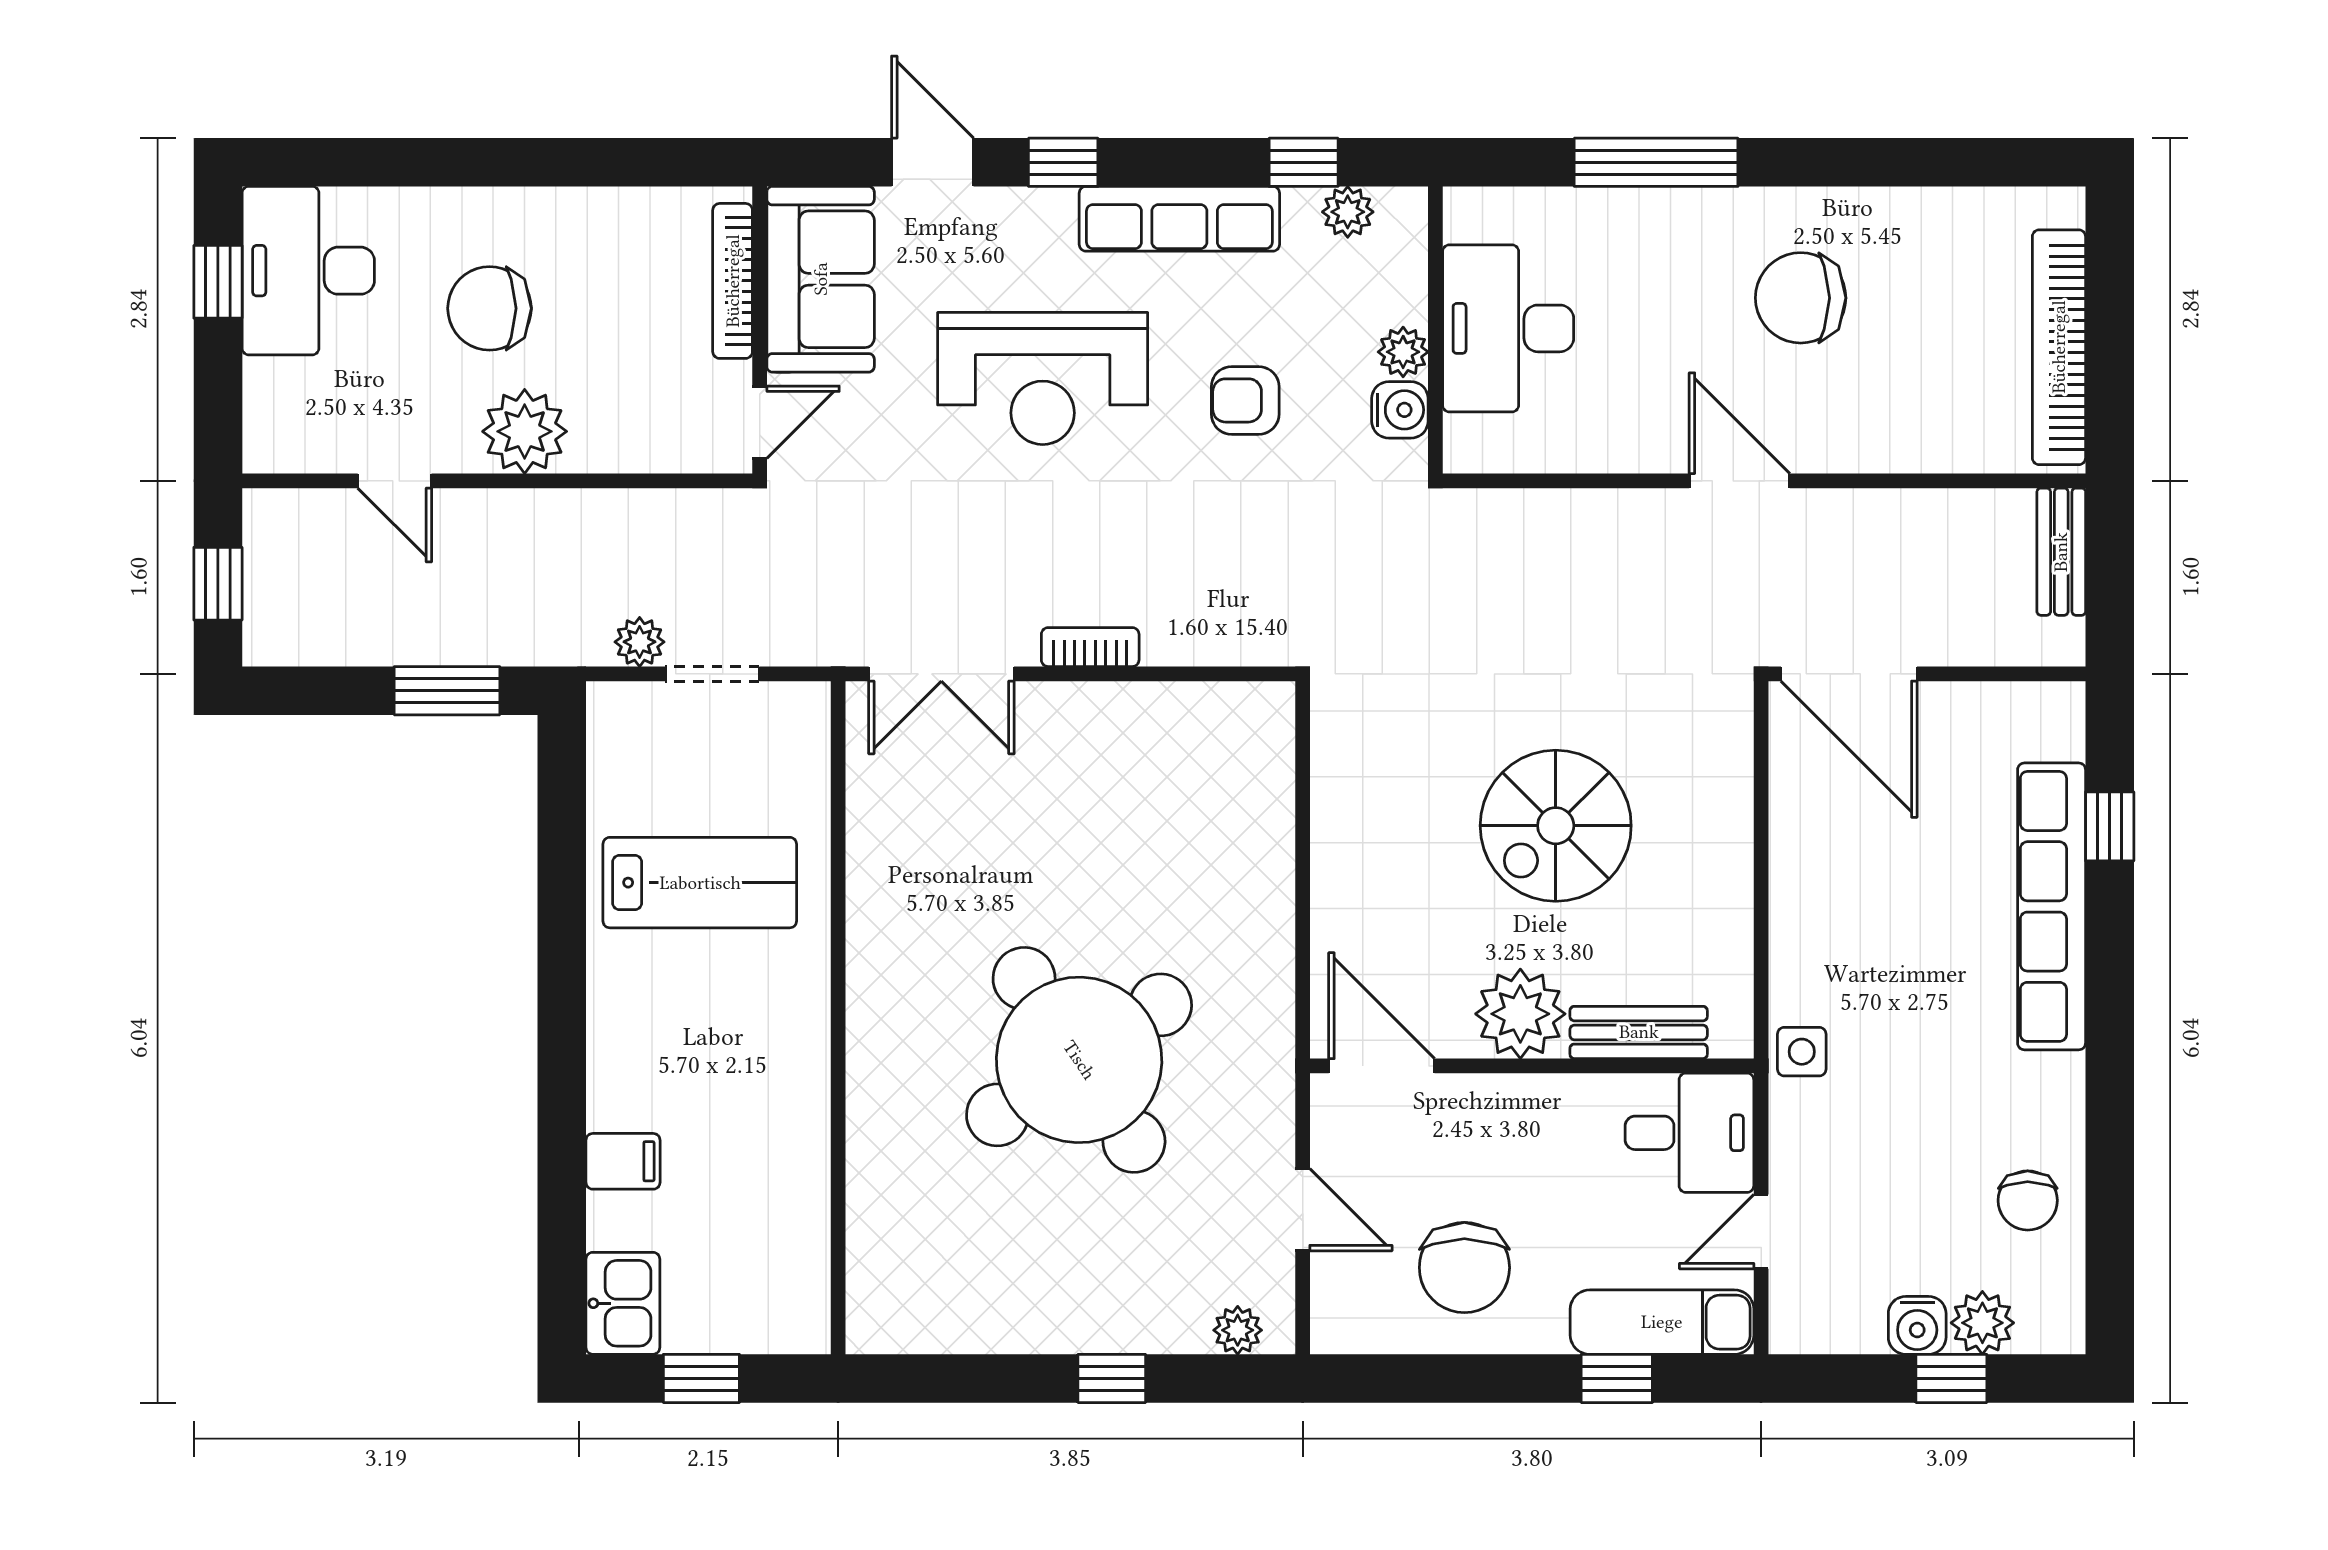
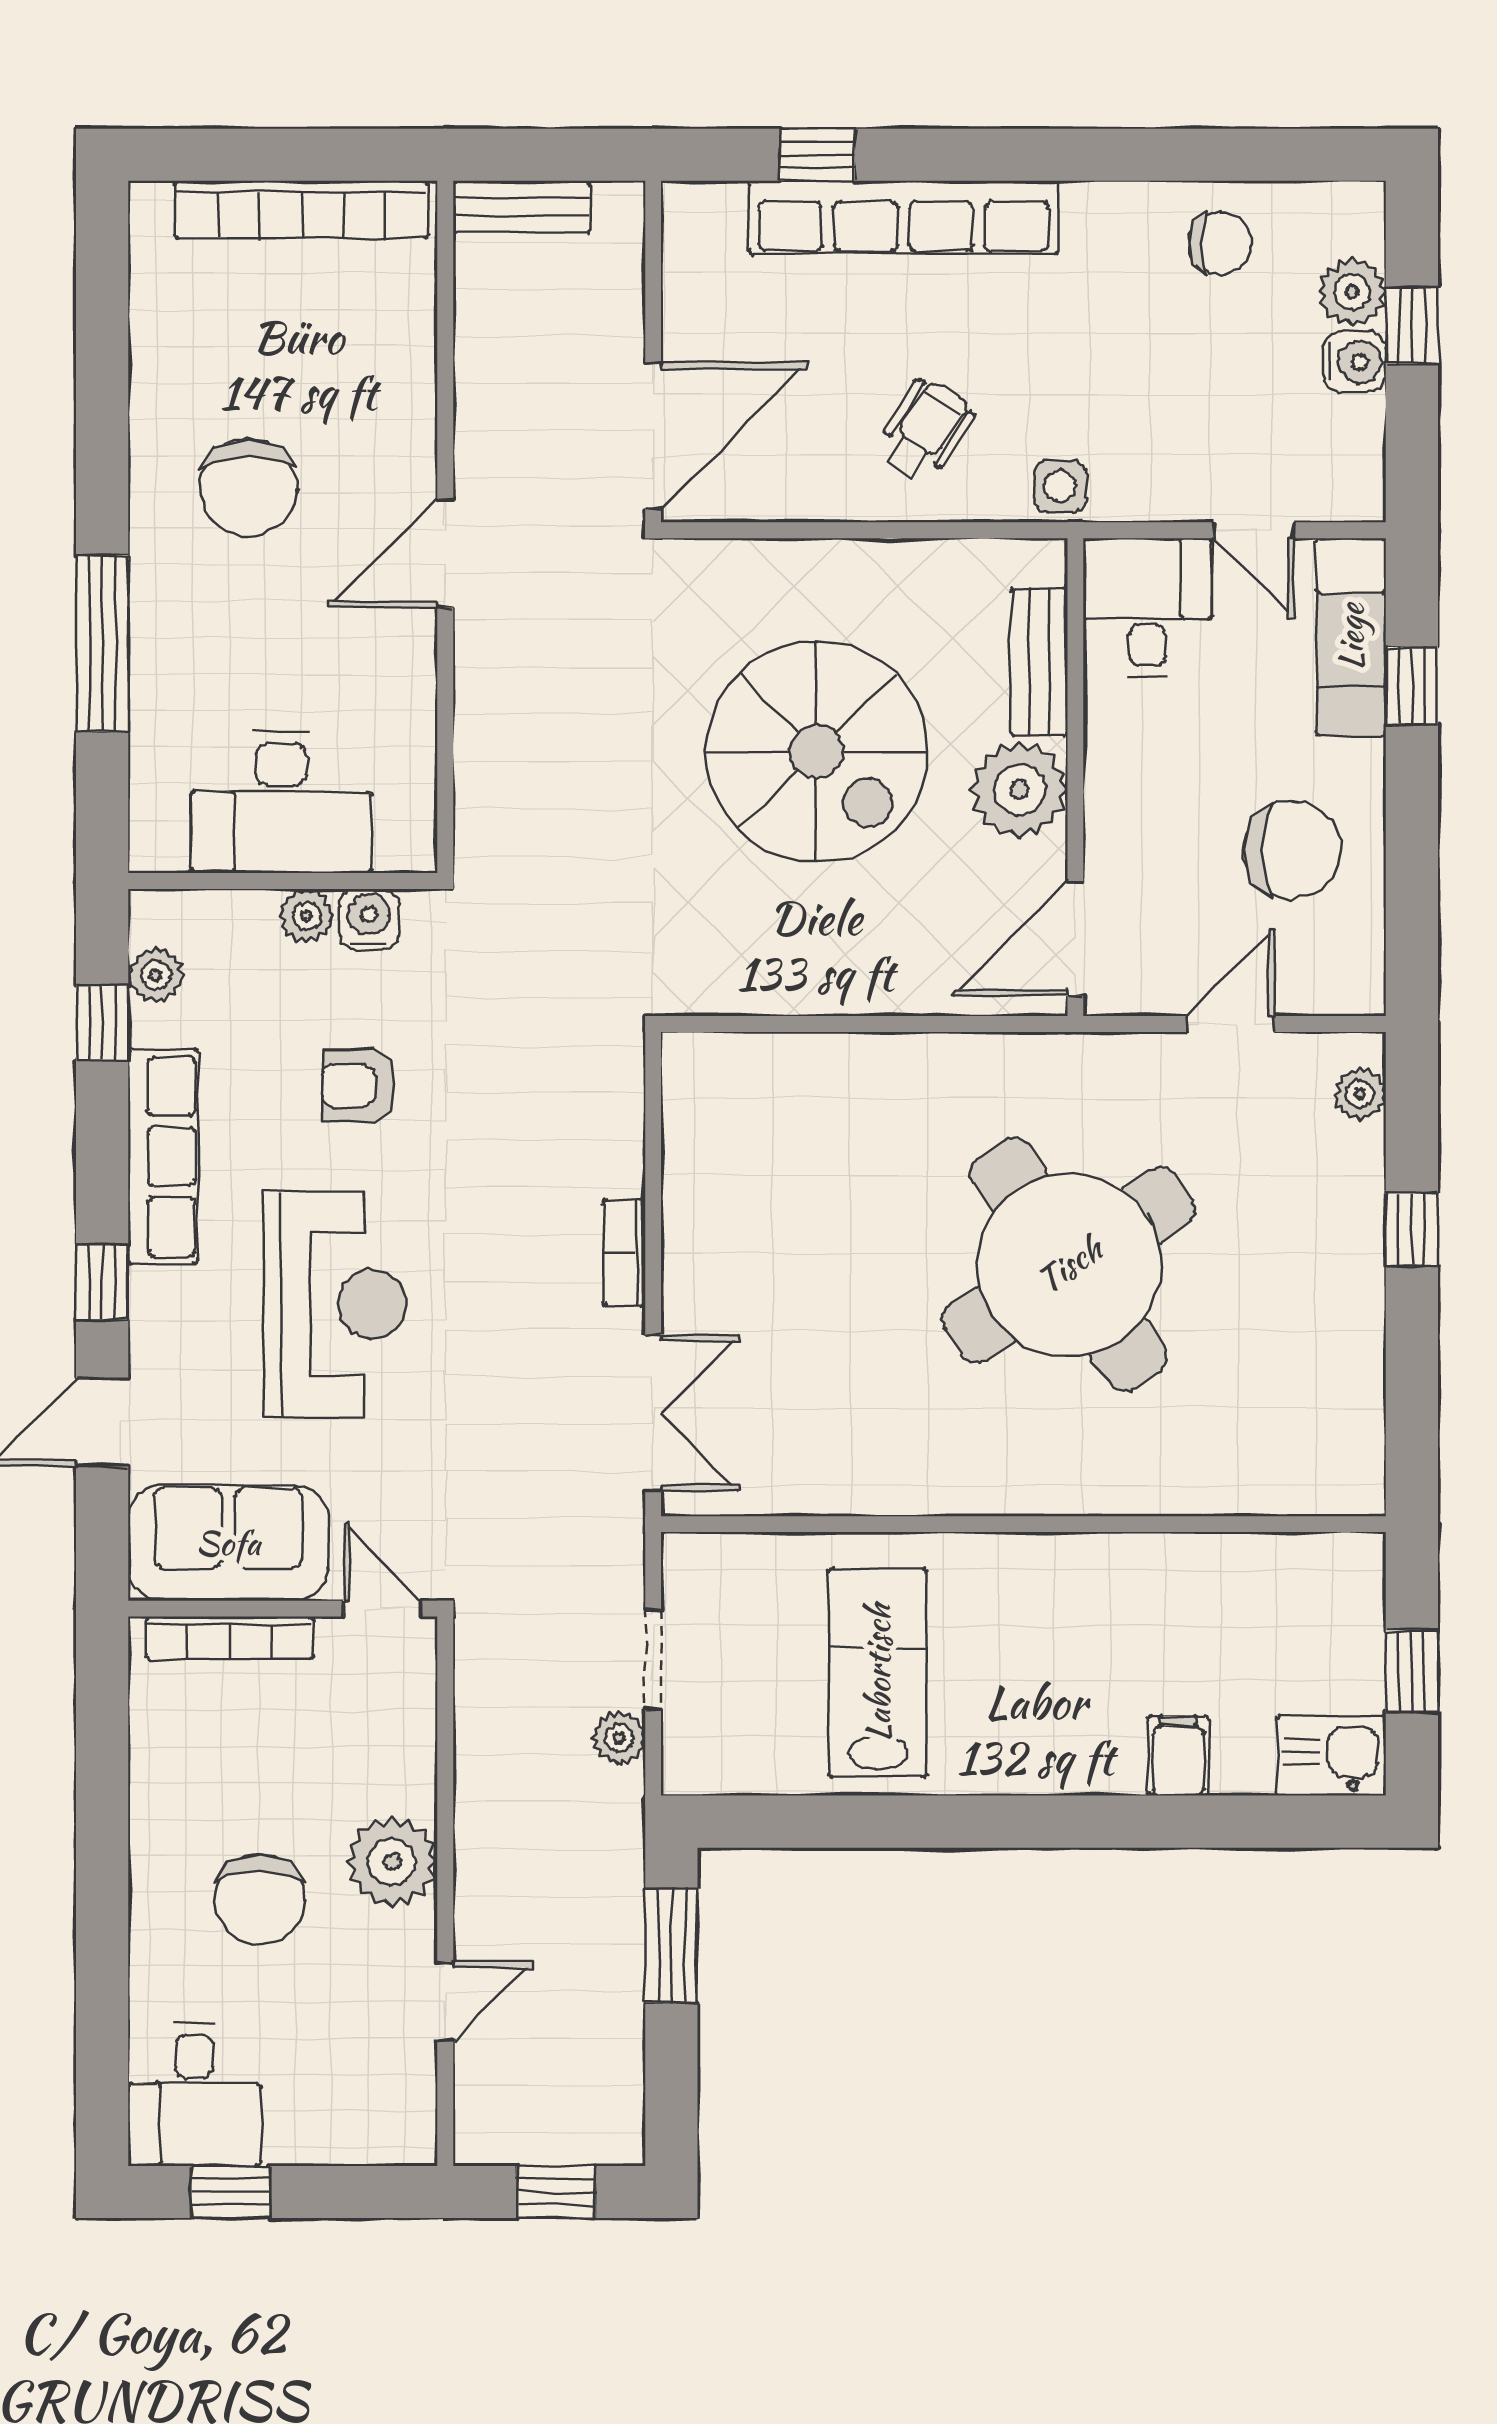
desk: (308, 271) -> (194, 2095), width x0.73
armchair: (1245, 400) -> (359, 1086), turned 90
spiral stairs: (1556, 826) -> (817, 751), width x1.37, depth x1.37
wheelchair: (1854, 927) -> (926, 430), added

